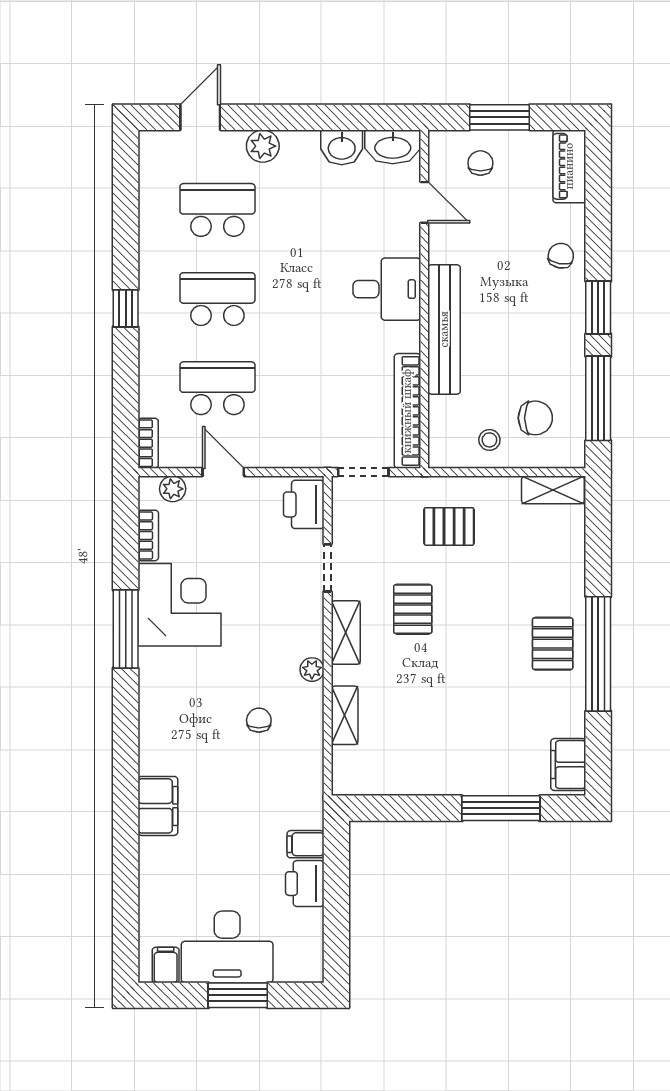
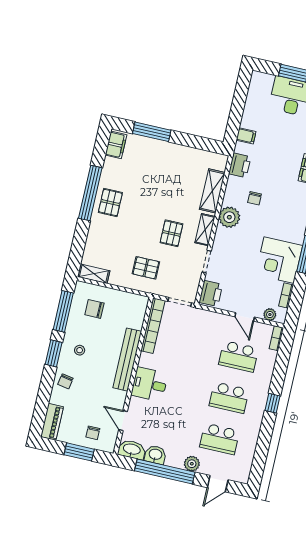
window: (315, 117) -> (165, 472), added
stool: (489, 440) -> (80, 350), moved
plant: (312, 670) -> (229, 217), width x1.87, depth x1.87
shelving: (345, 715) -> (212, 191), width x1.50, depth x1.33
printer: (305, 884) -> (240, 165), moved

